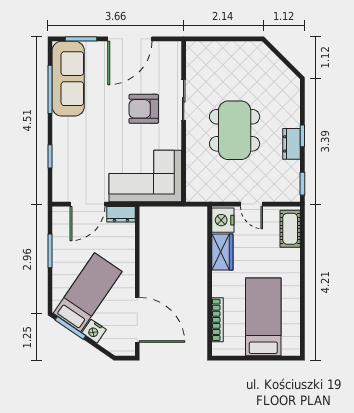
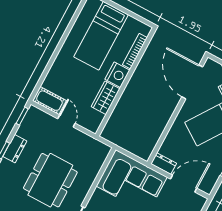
nightstand: (223, 220) -> (117, 75), moved
cot: (290, 229) -> (49, 101), moved, turned 90

